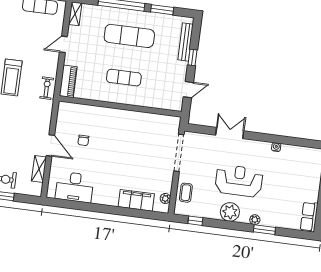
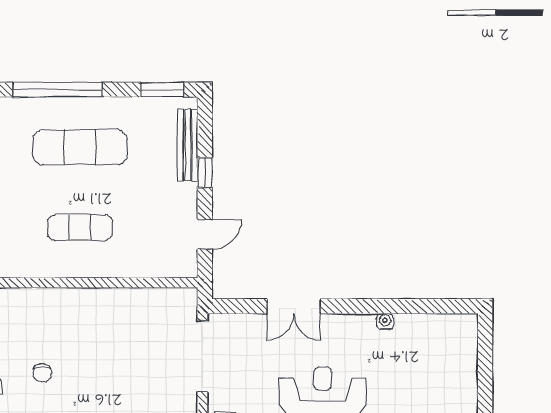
window: (162, 10) -> (162, 90), moved
double door: (230, 133) -> (294, 306), swing flipped
chair: (83, 140) -> (42, 373), moved

